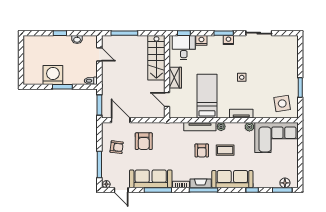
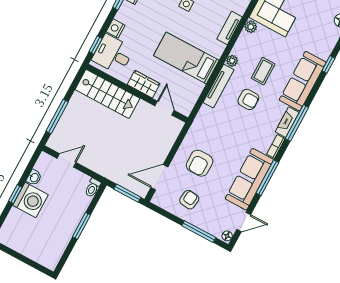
washing machine: (53, 75) -> (30, 200), moved, turned 180
door: (167, 99) -> (164, 108), swing flipped
armchair: (144, 141) -> (200, 163), turned 90

